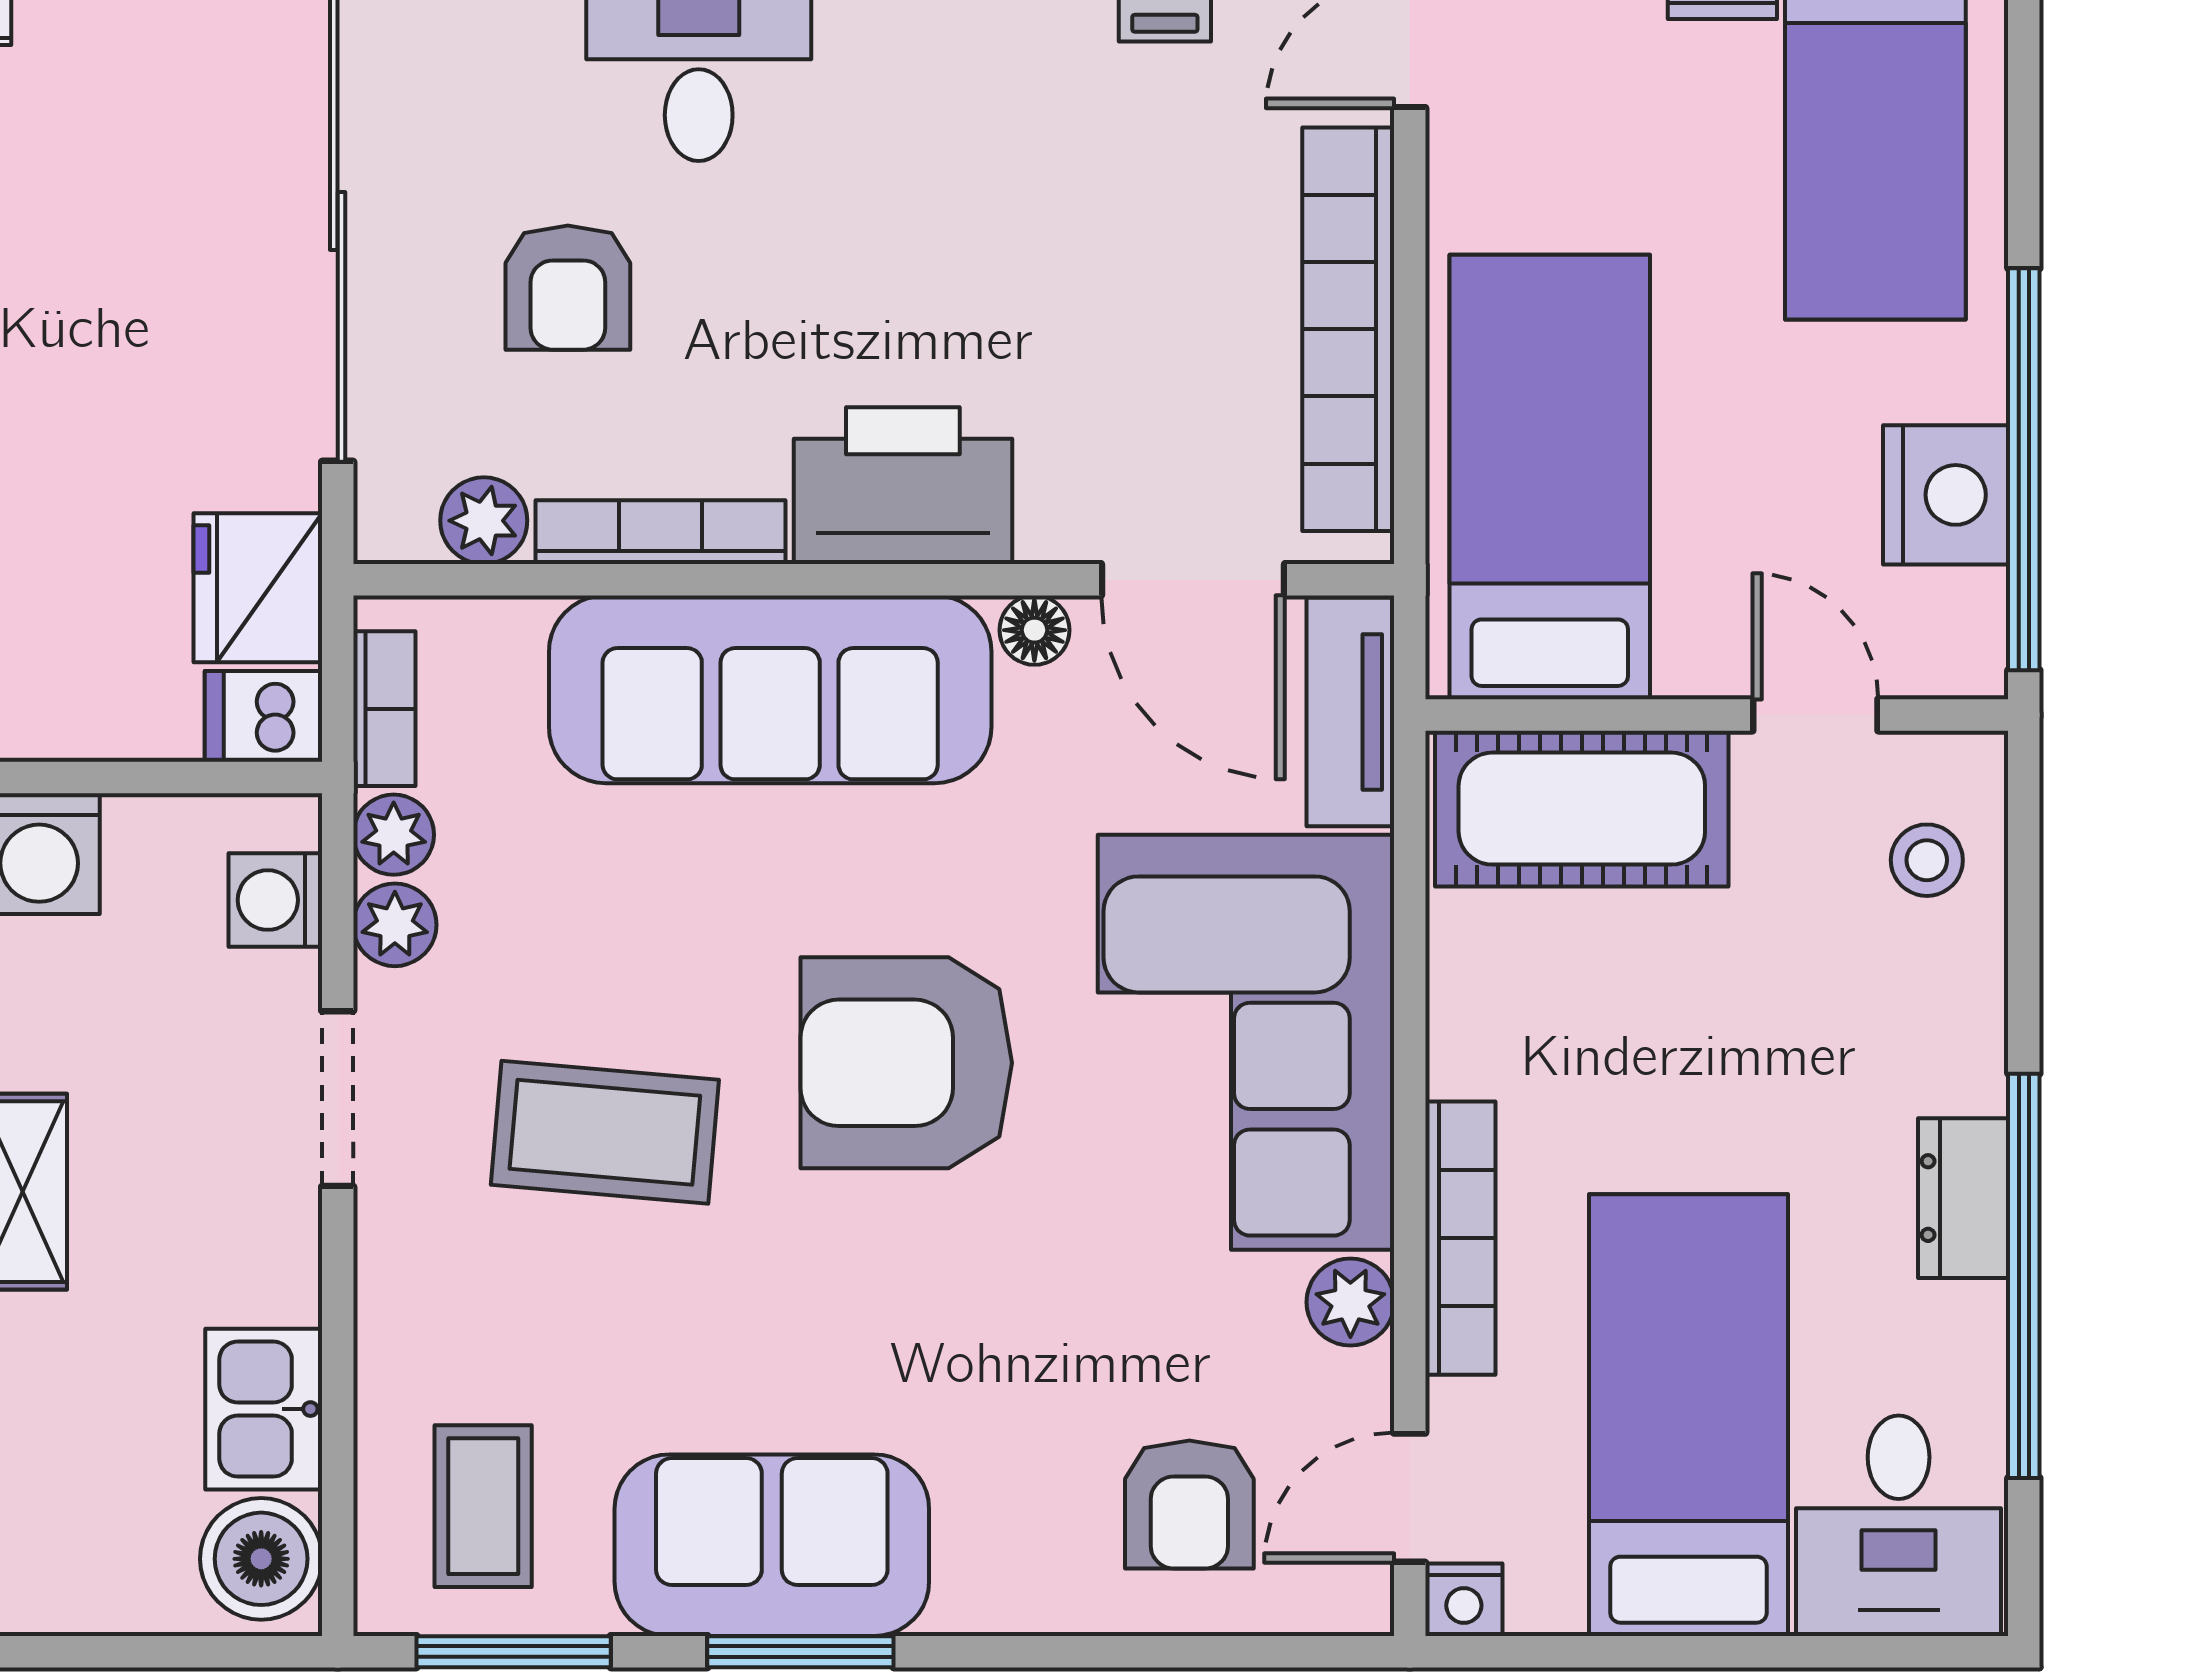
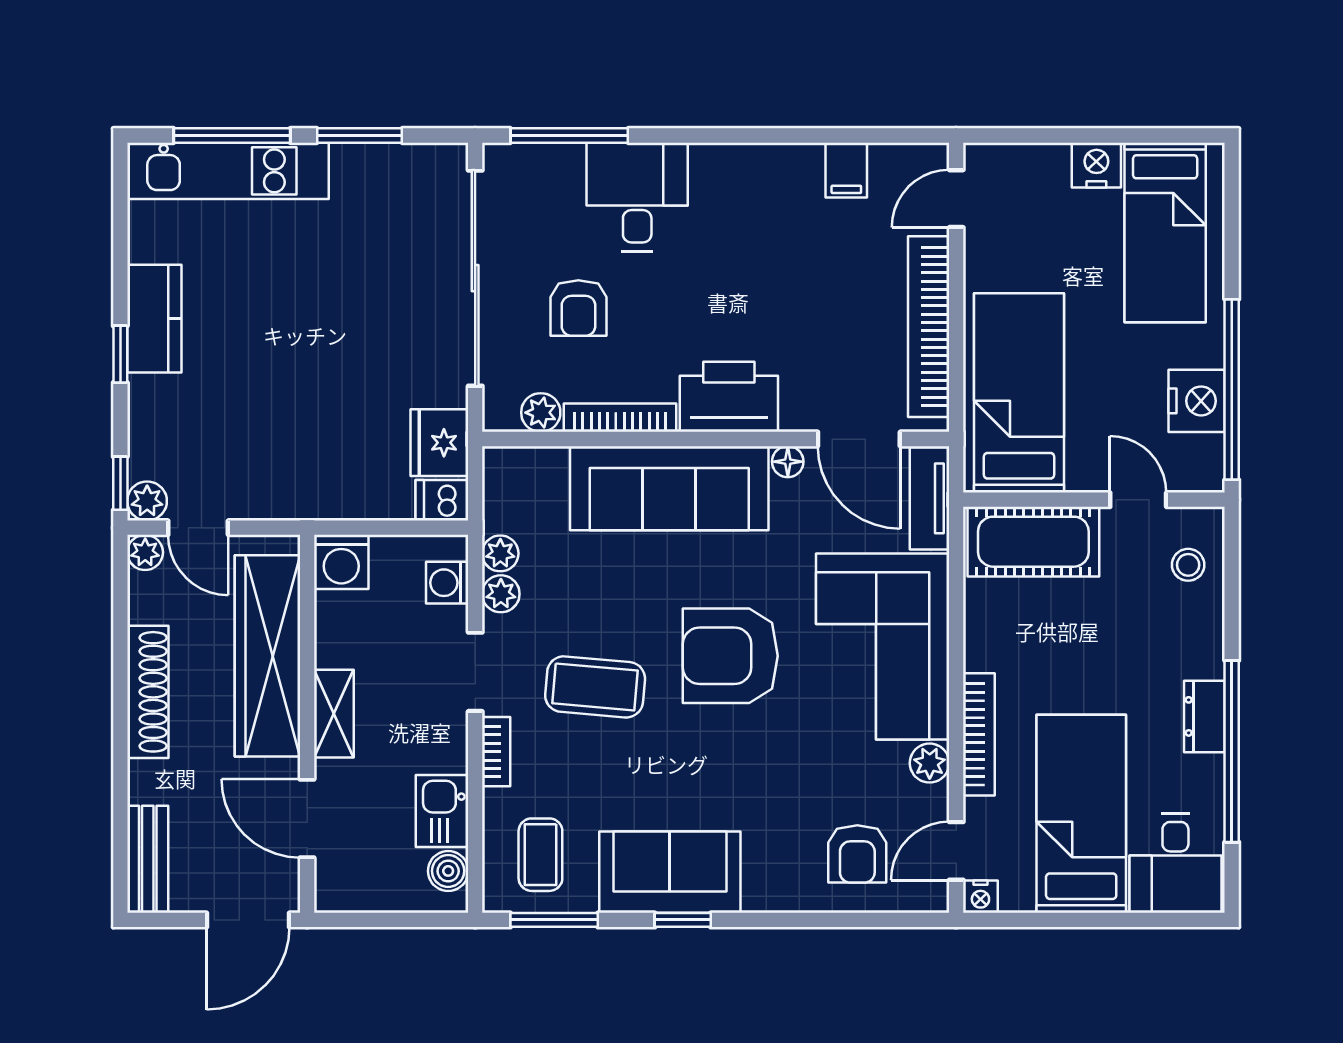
bookcase: (384, 709) -> (496, 752), moved
boiler: (261, 1559) -> (448, 871), width x0.73, depth x0.73
window: (800, 1652) -> (683, 920), width x0.67

